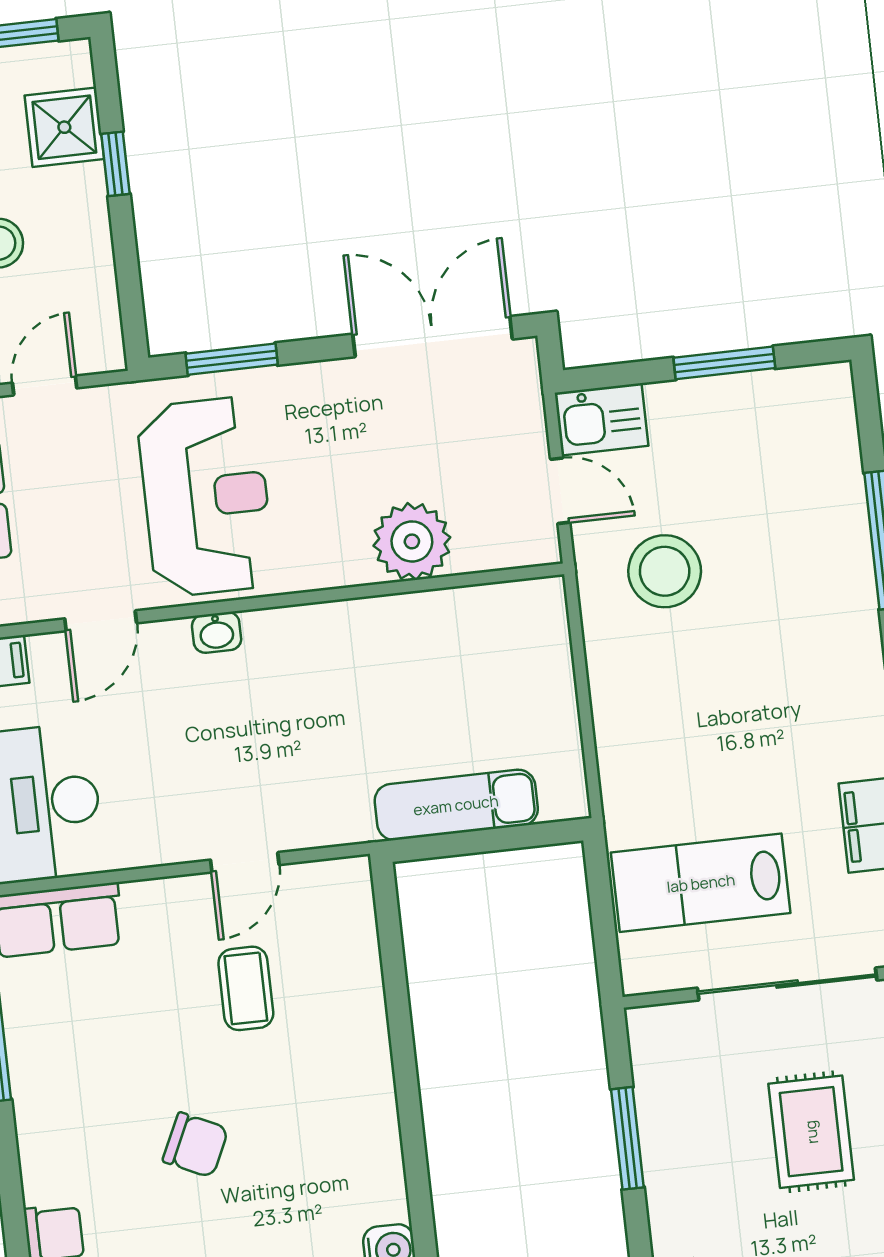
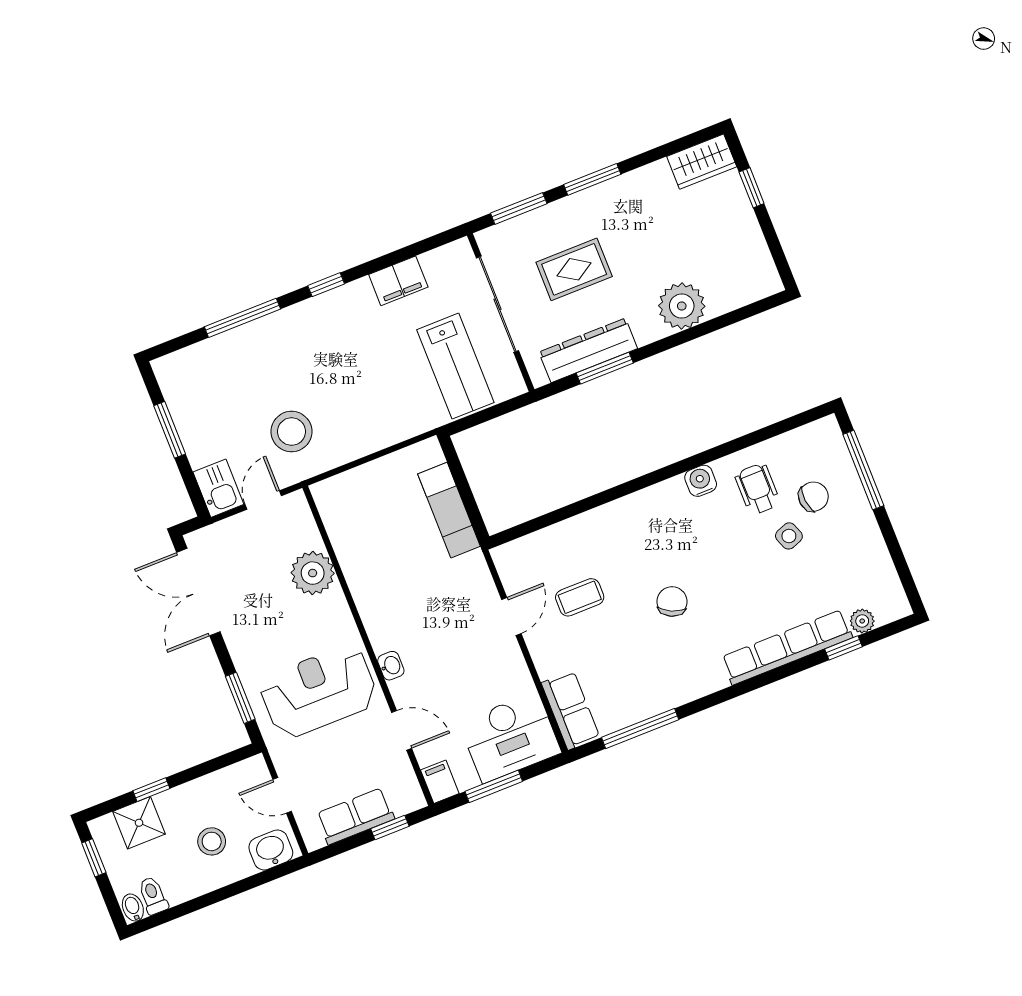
door: (245, 862) -> (511, 616), hinge flipped
dresser: (666, 1118) -> (588, 350), added

